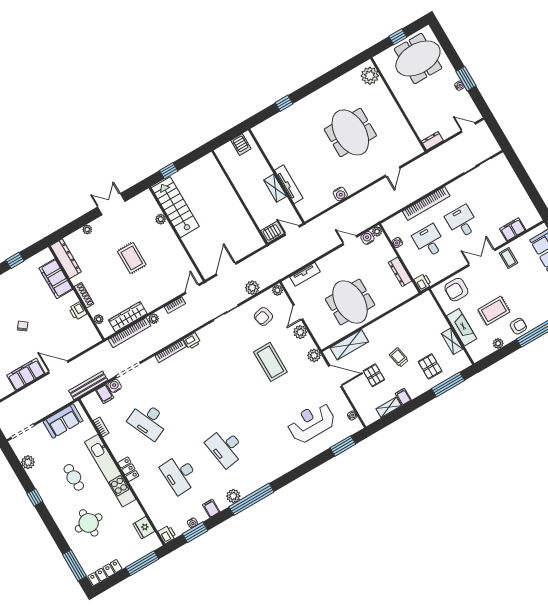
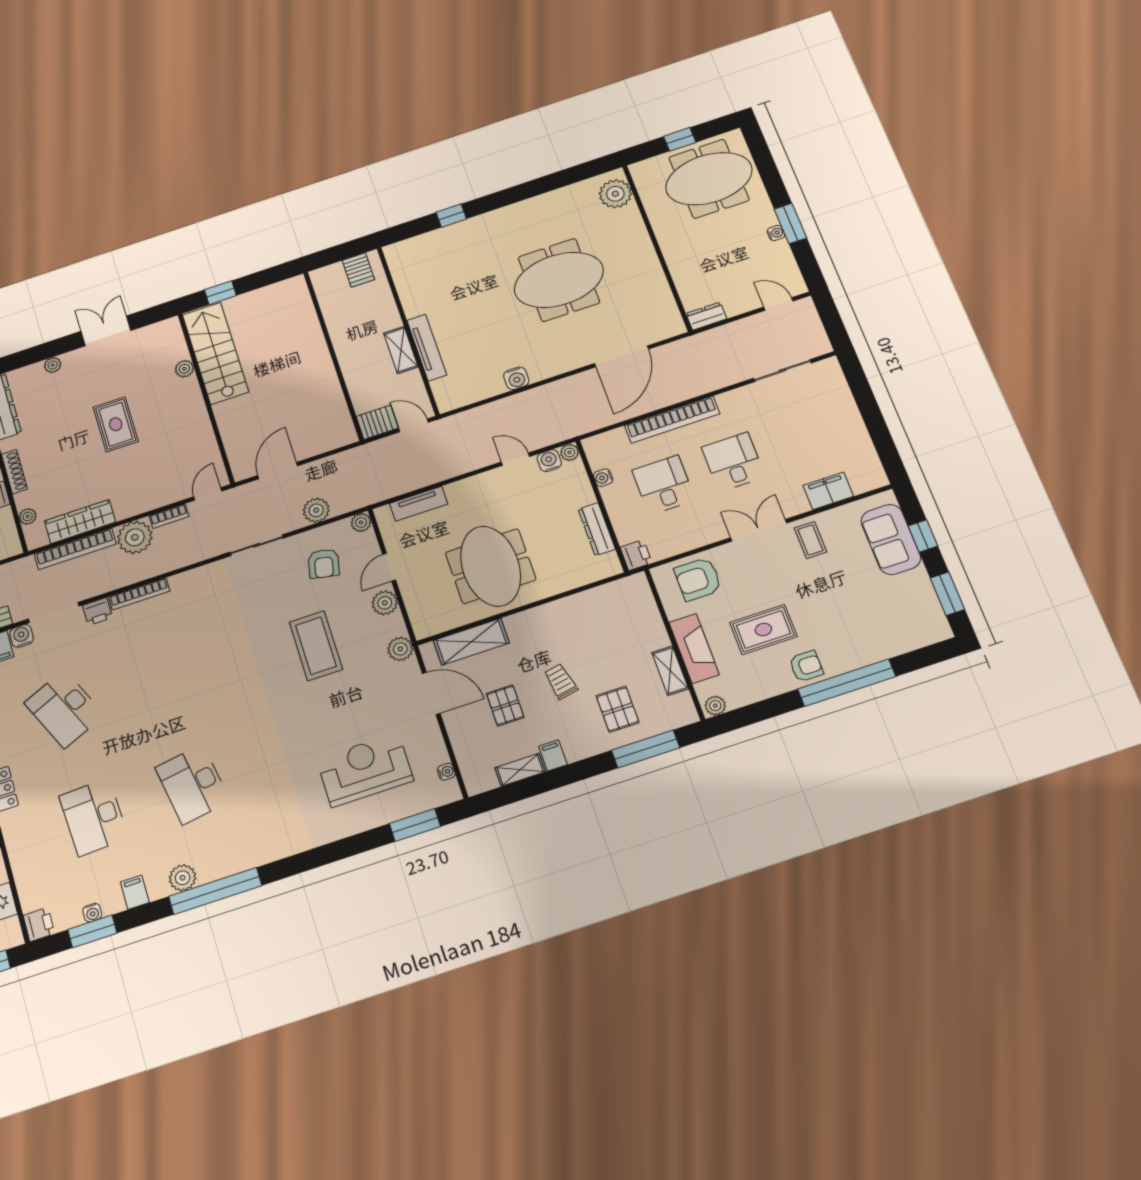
meeting table: (350, 132) -> (559, 280), turned 90
door: (393, 172) -> (621, 356), width x1.88
armchair: (263, 316) -> (324, 564), turned -65
plant: (154, 319) -> (135, 537), width x1.87, depth x1.87
printer: (192, 341) -> (97, 611), moved
plant: (498, 343) -> (715, 706), moved

